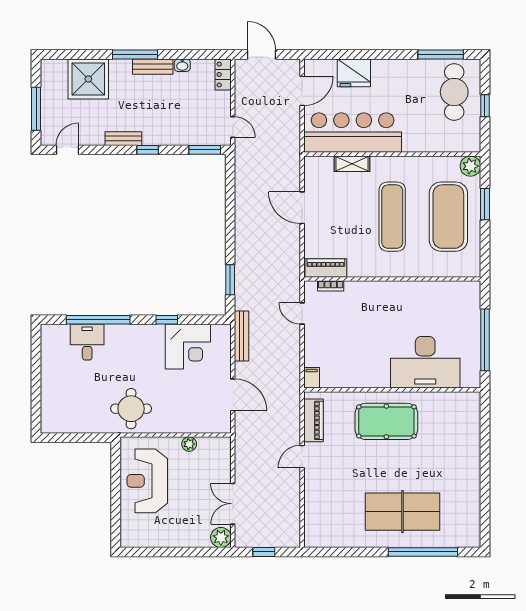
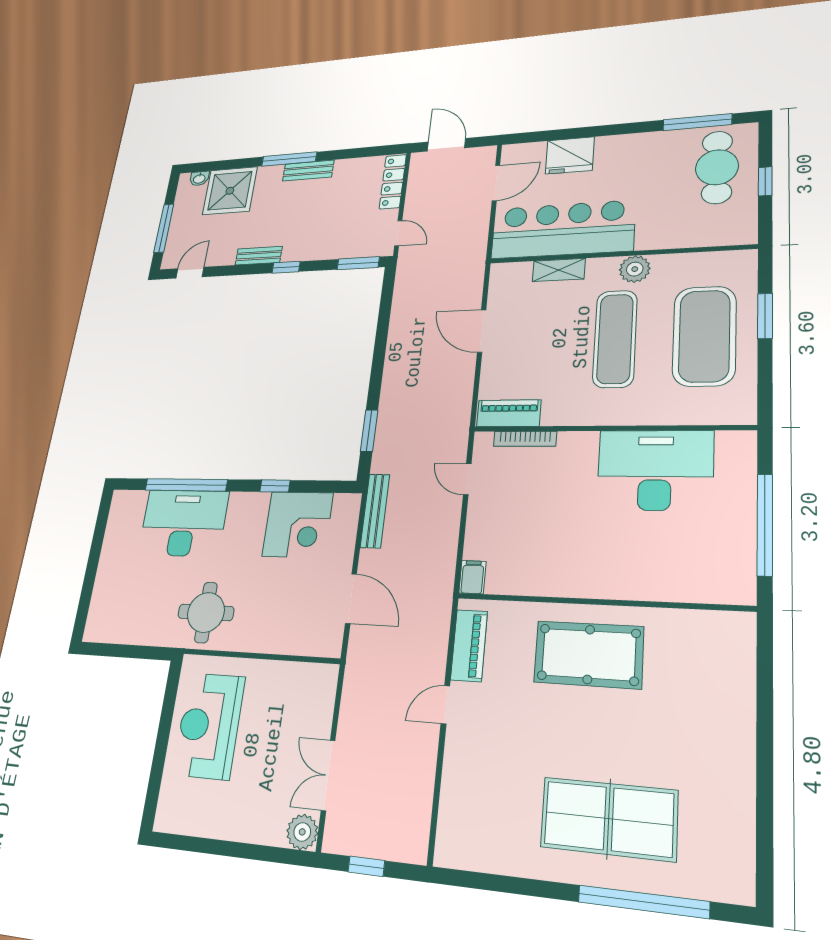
washbasin: (182, 65) -> (199, 179), moved
locker: (223, 75) -> (393, 182), width x1.53
plant: (470, 166) -> (635, 269), moved
bookcase: (331, 286) -> (525, 439), width x1.56
desk: (87, 342) -> (183, 523), width x1.87, depth x1.30
desk: (425, 362) -> (655, 470), moved, turned 180
plant: (189, 444) -> (277, 672), removed

